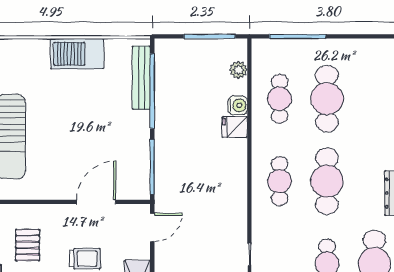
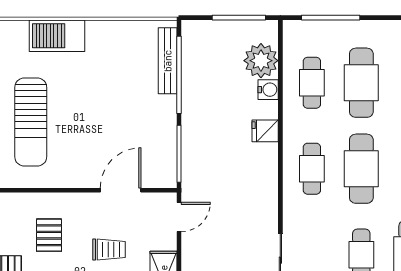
barbecue: (77, 54) -> (57, 36), moved
plant: (239, 70) -> (261, 61), width x1.87, depth x1.87
fridge: (235, 127) -> (265, 131), moved

